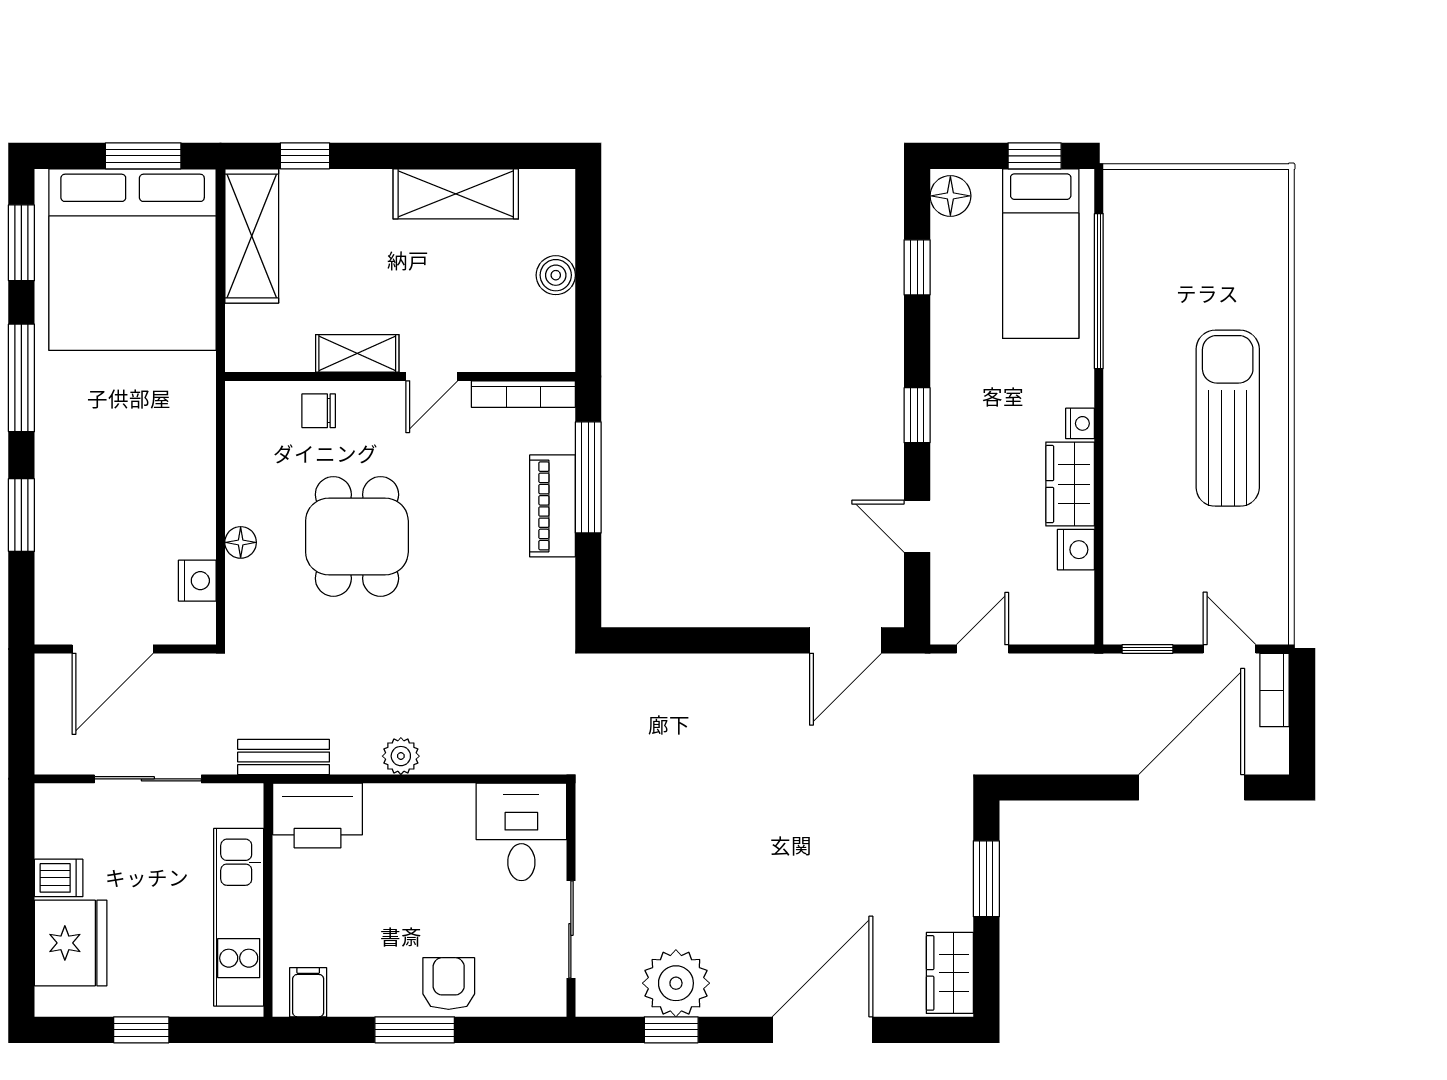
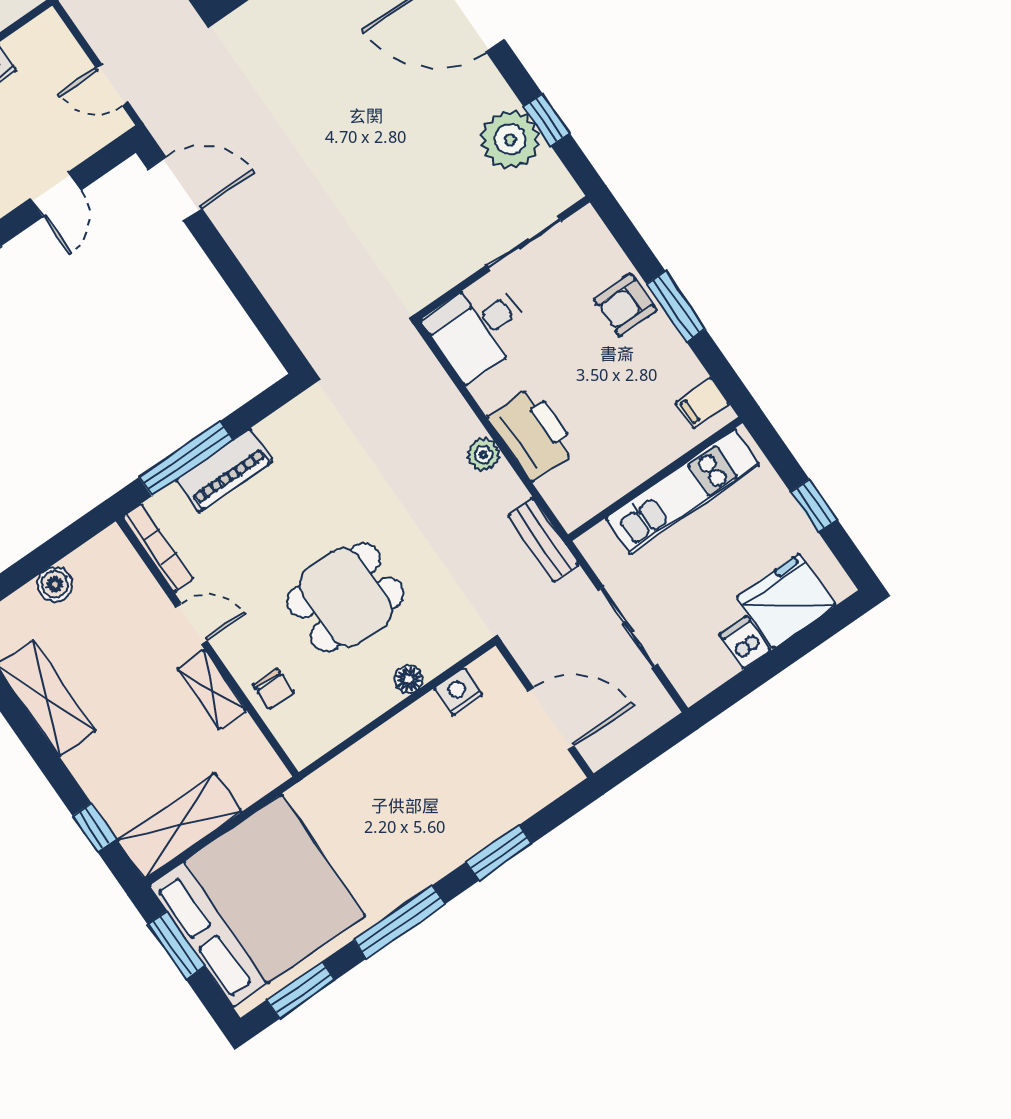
printer: (318, 815) -> (533, 433), moved

